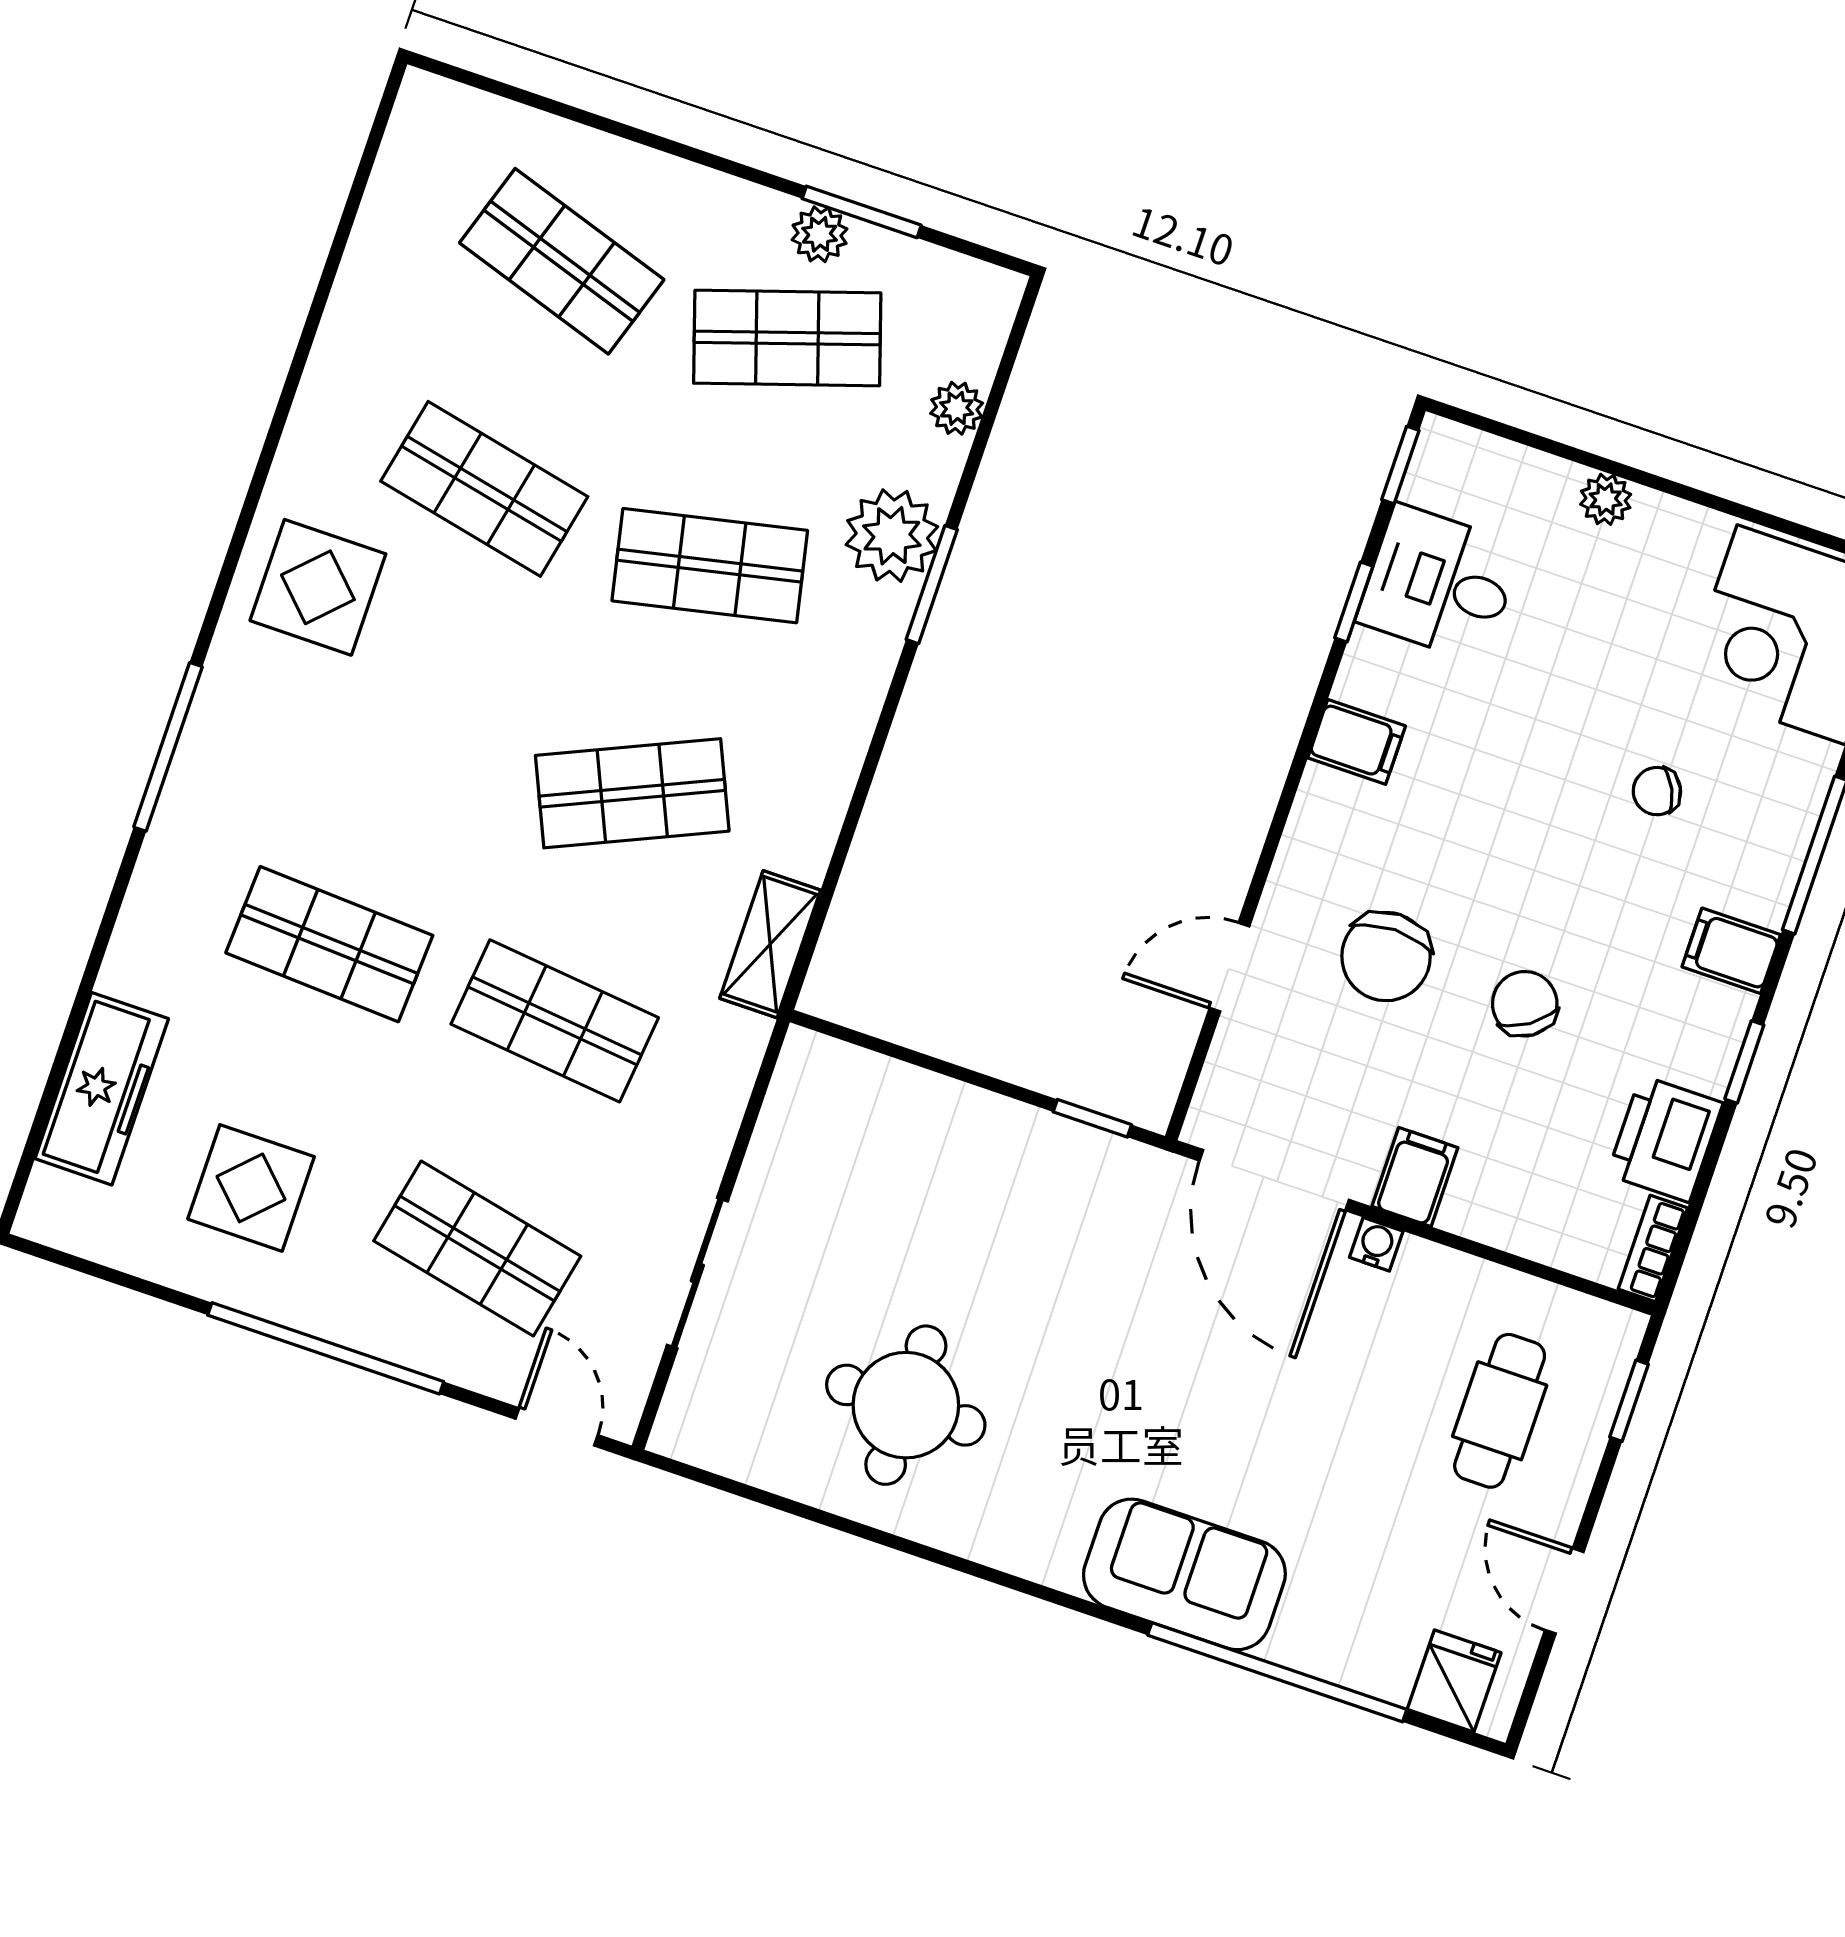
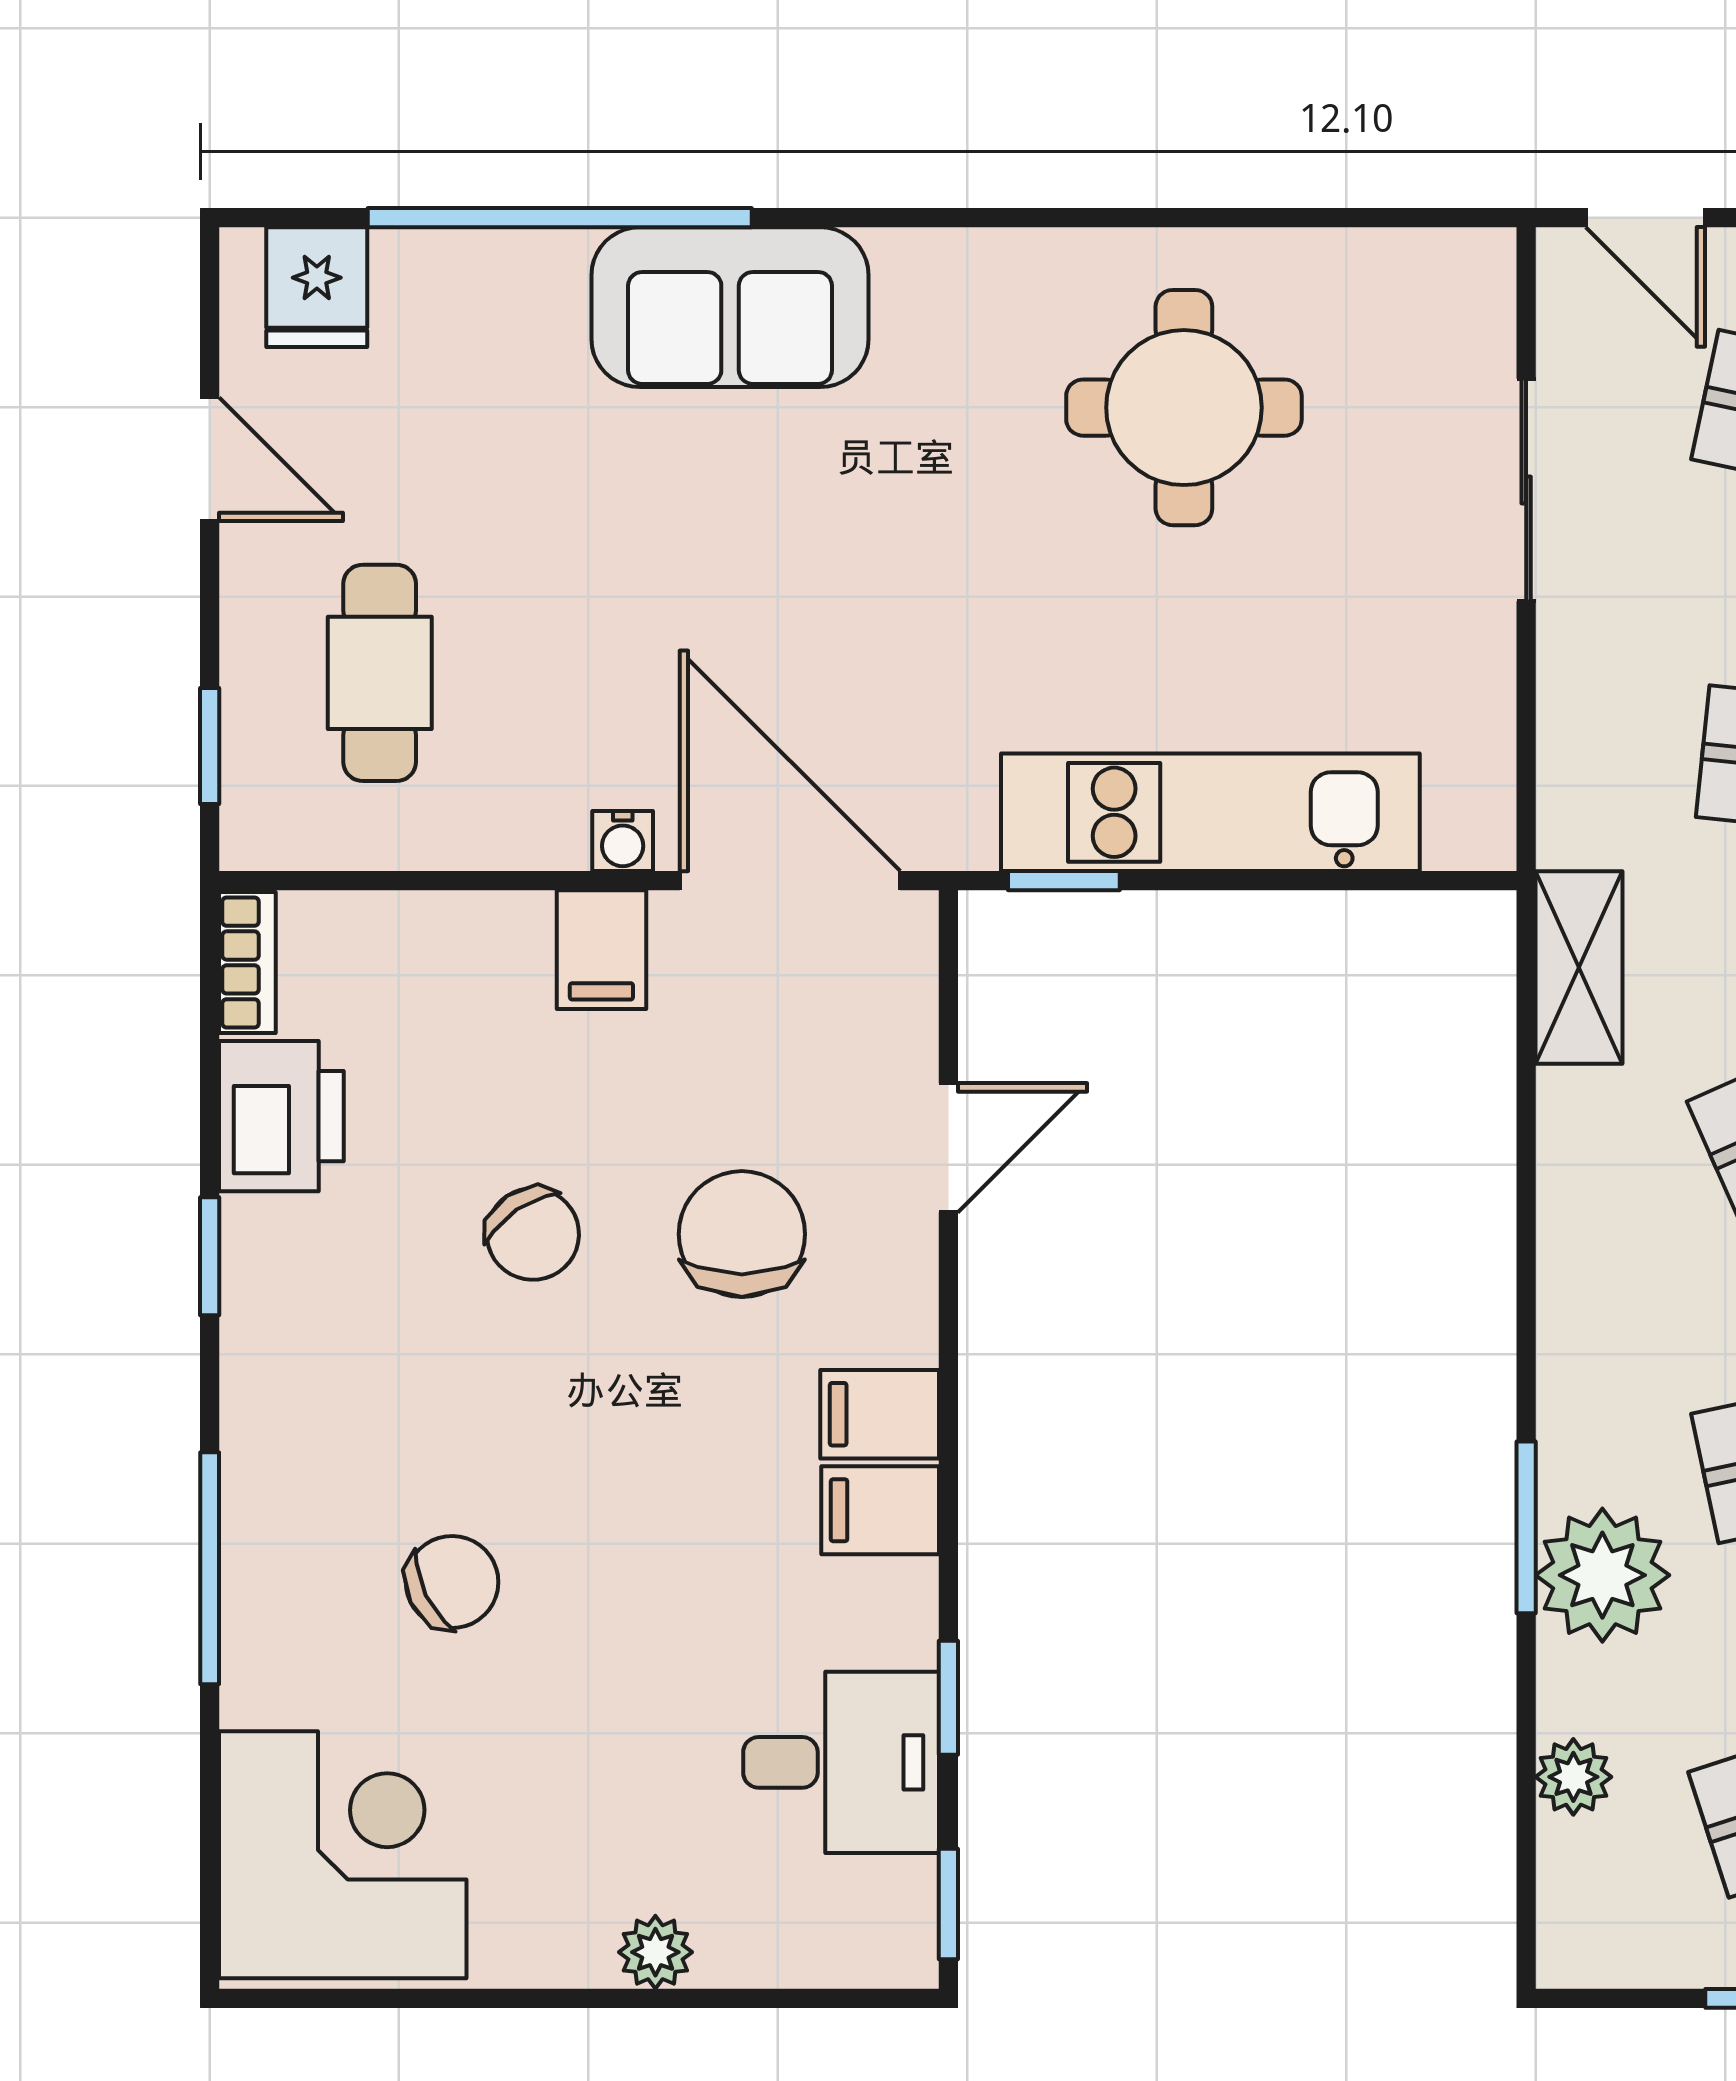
chair: (1657, 791) -> (452, 1582), width x1.37, depth x1.37
filing cabinet: (1731, 951) -> (880, 1414), moved, turned 180
kitchen unit: (980, 1131) -> (1210, 812), added

